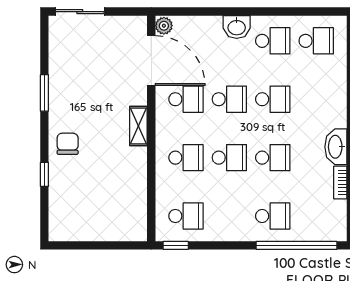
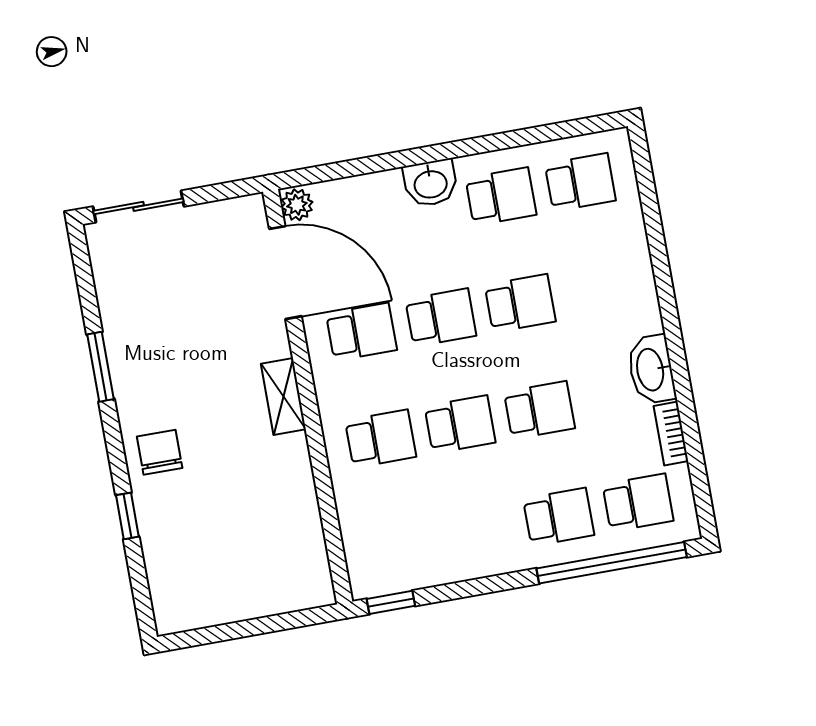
school desk: (186, 216) -> (638, 503), moved

